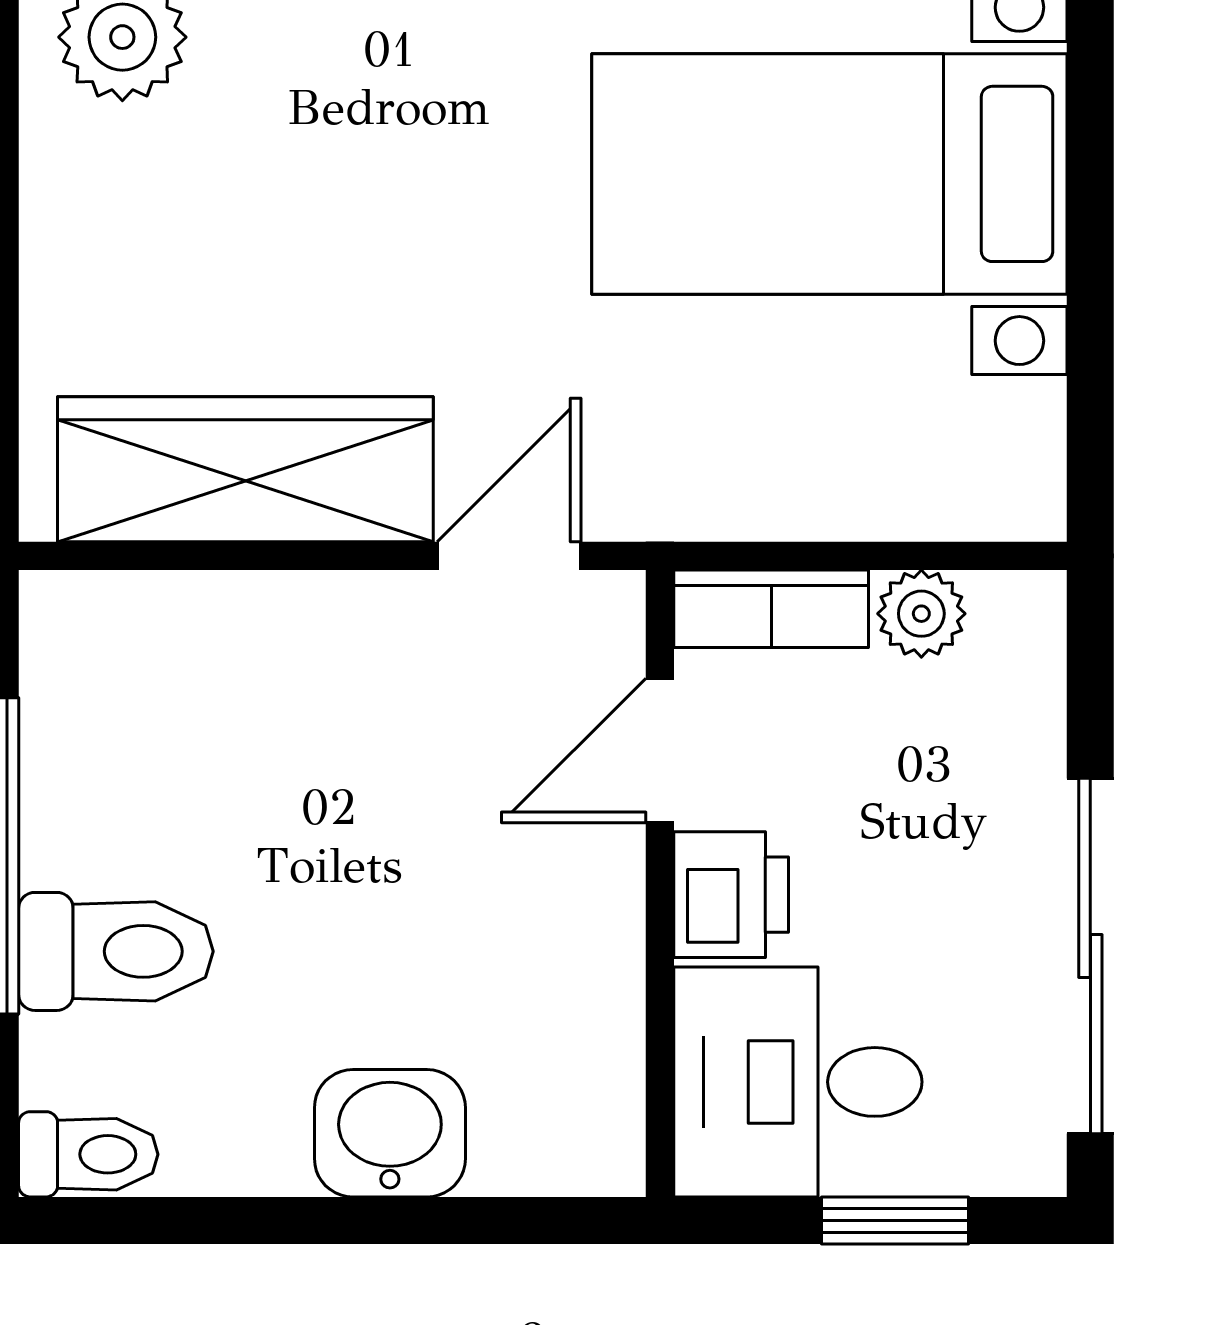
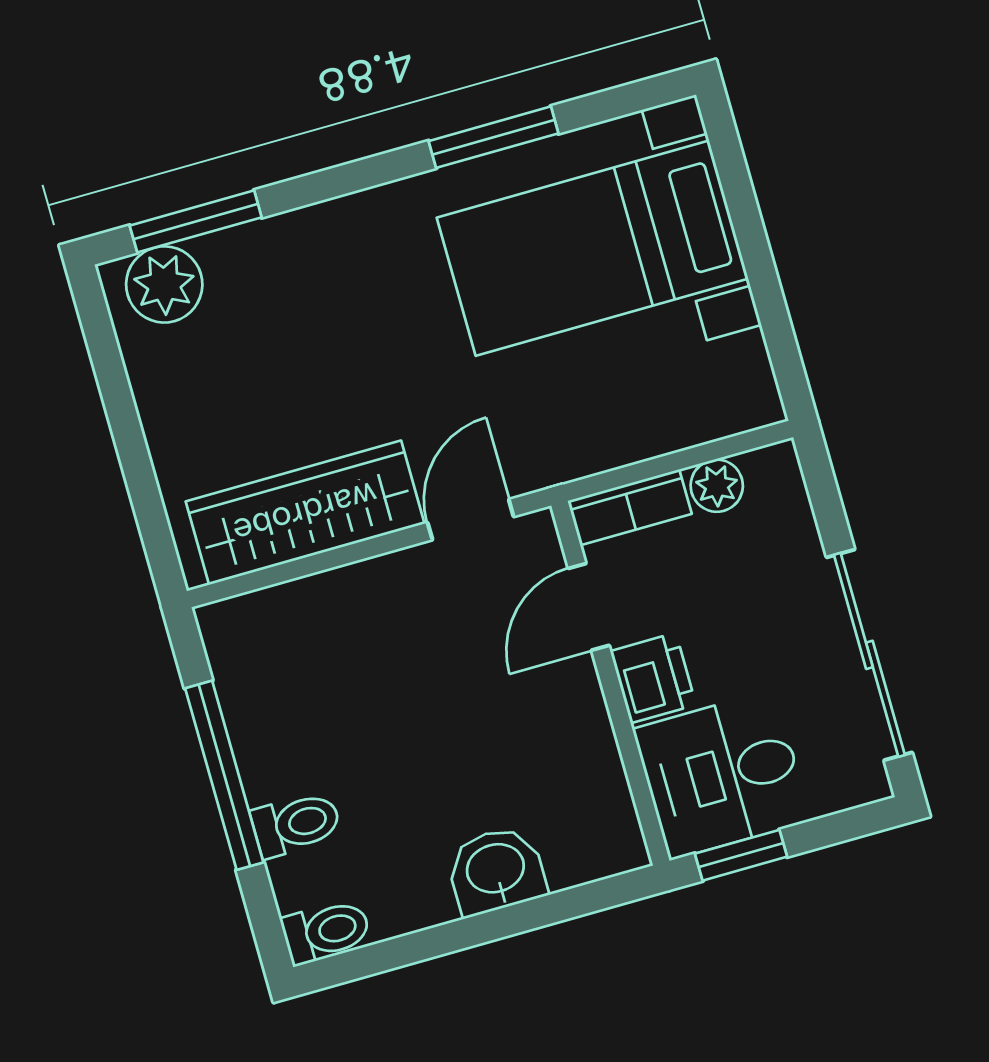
toilet: (116, 951) -> (296, 824), width x0.73, depth x0.72
window: (895, 1220) -> (741, 855), moved

